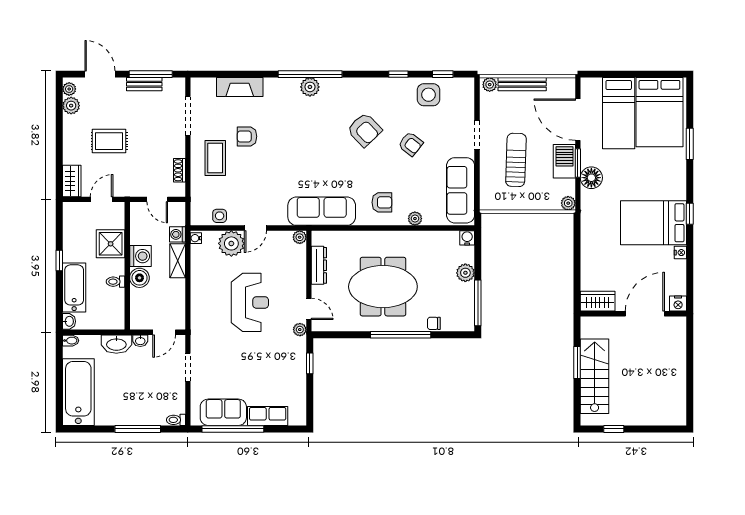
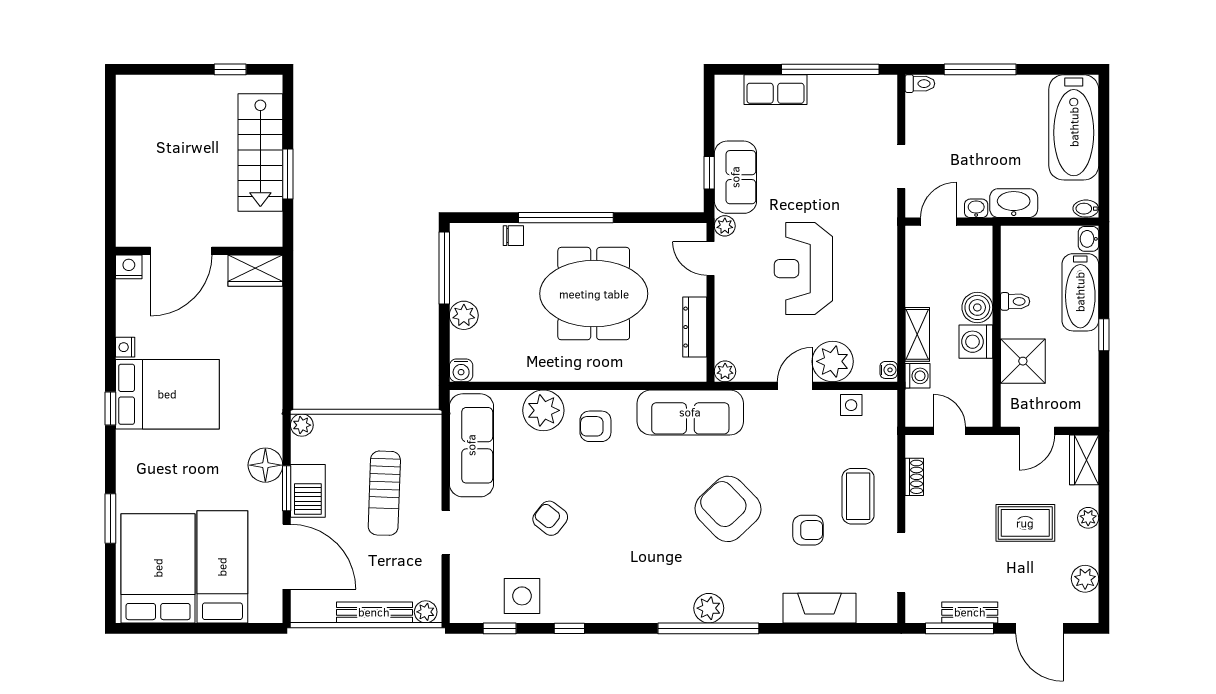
plant: (69, 89) -> (1088, 518), moved
armchair: (365, 130) -> (728, 509), moved, width x1.36, depth x1.36
plant: (415, 219) -> (543, 410), width x1.88, depth x1.88
sofa: (223, 412) -> (735, 177), moved, turned -90

